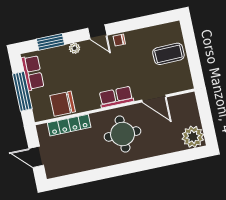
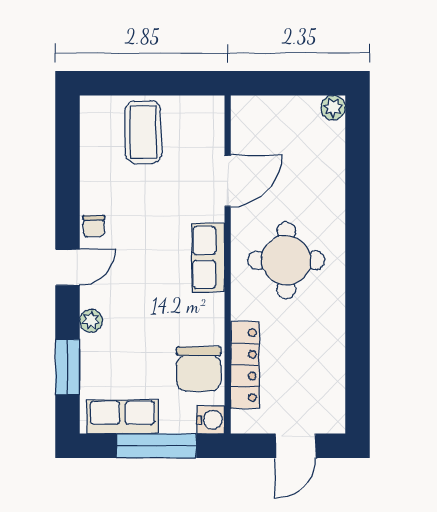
water cooler: (40, 114) -> (211, 420), added
plant: (193, 137) -> (333, 108), width x0.53, depth x0.53

